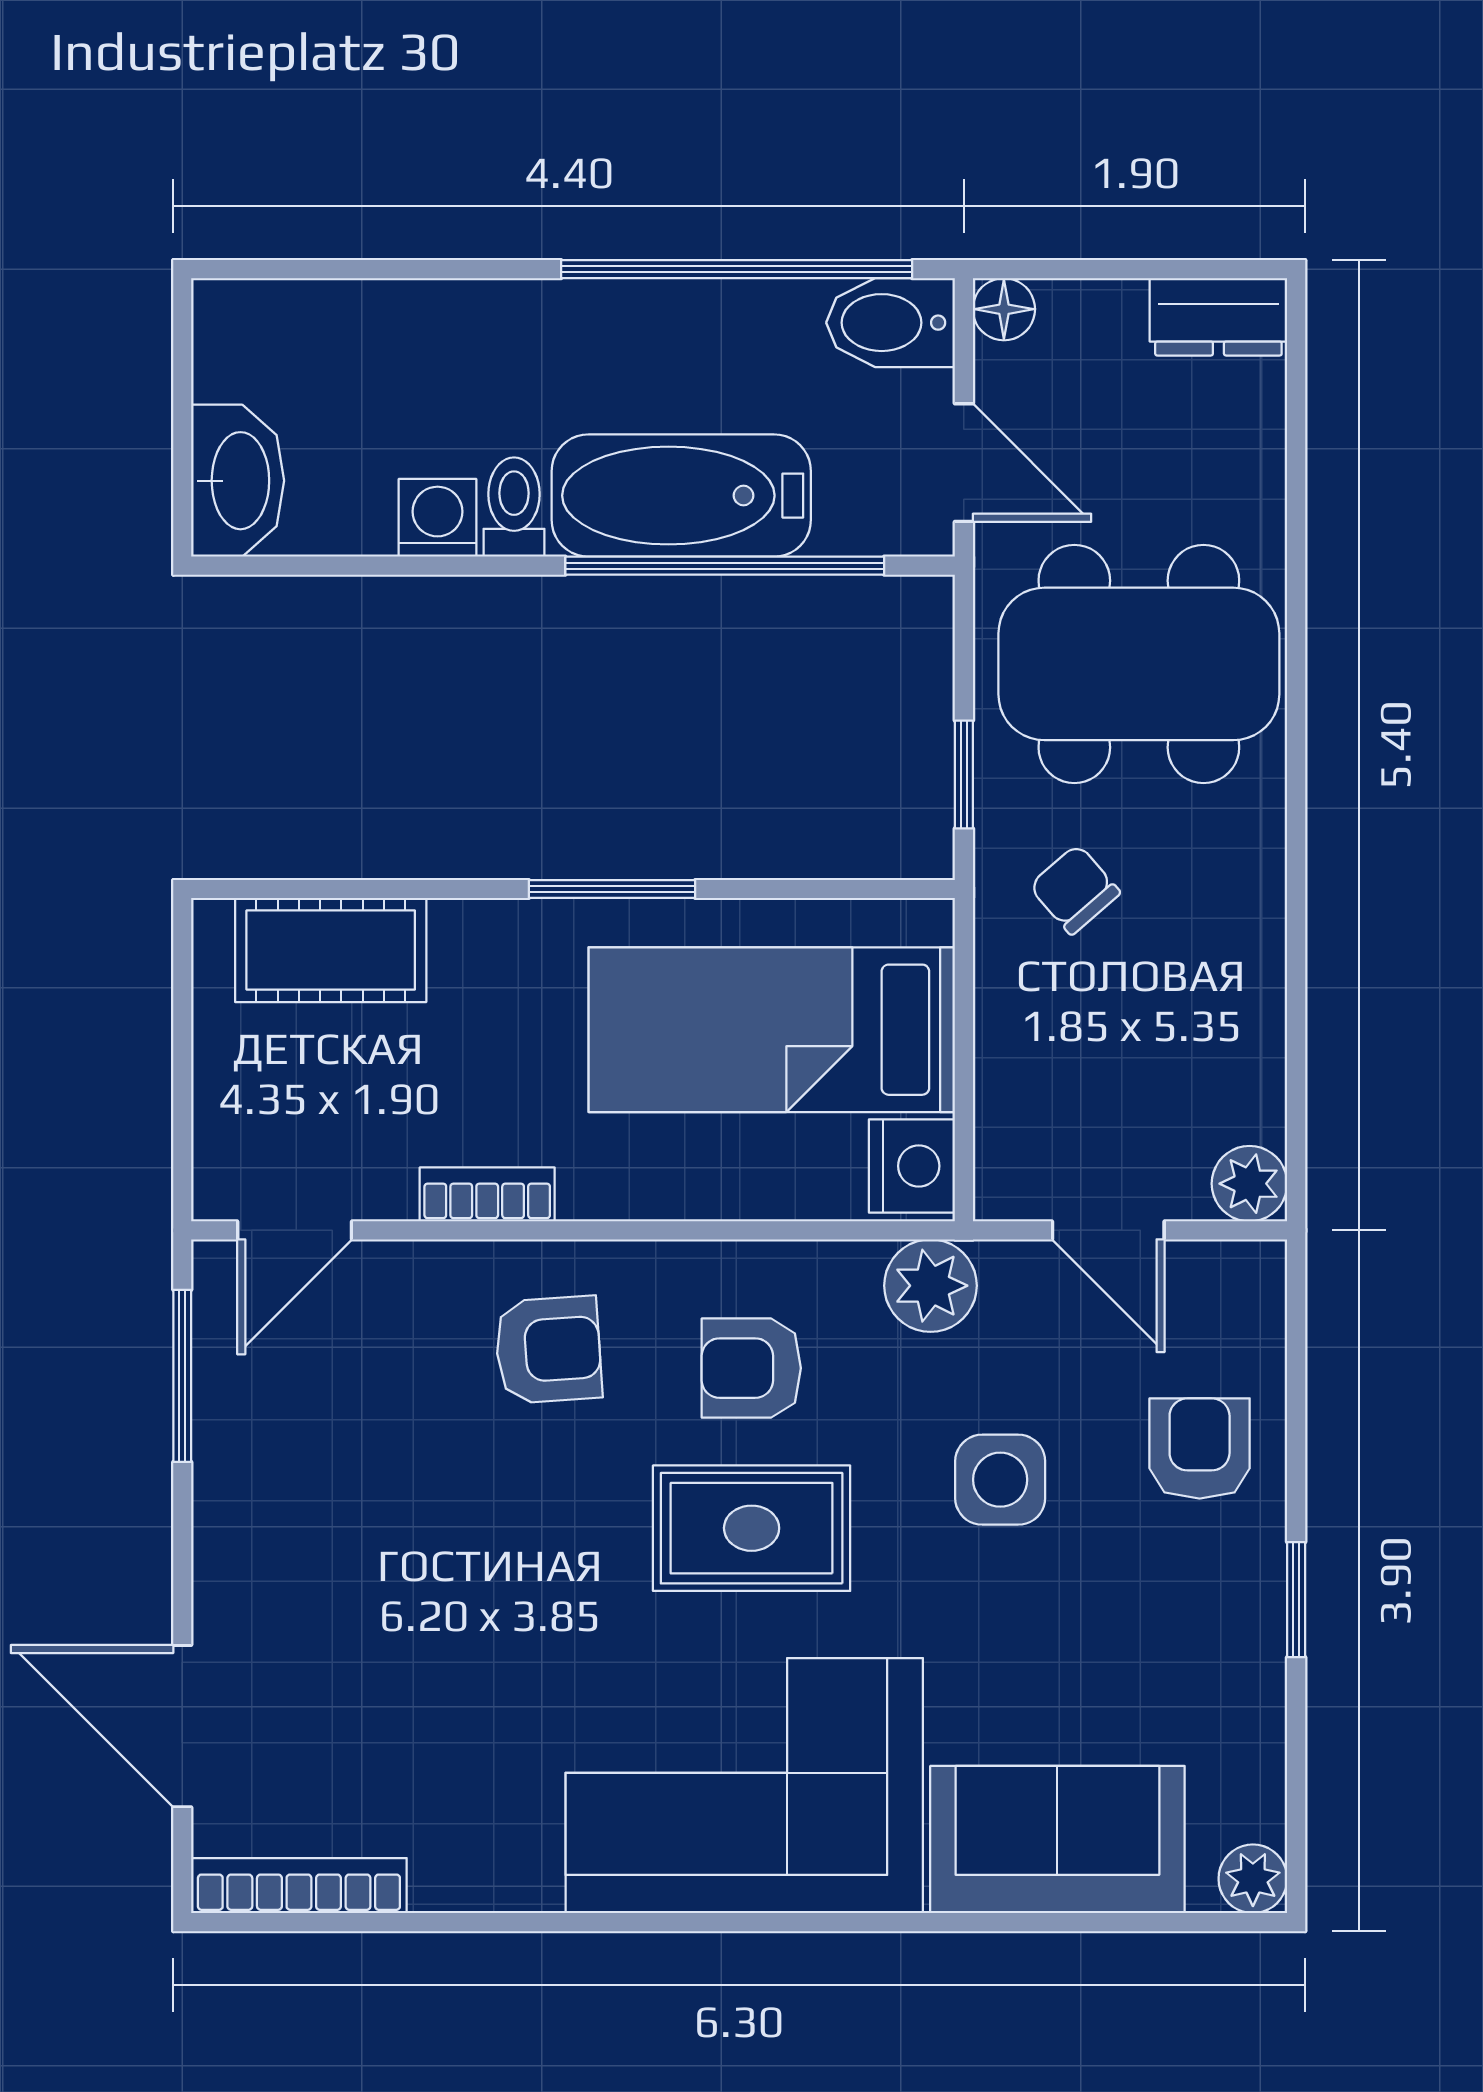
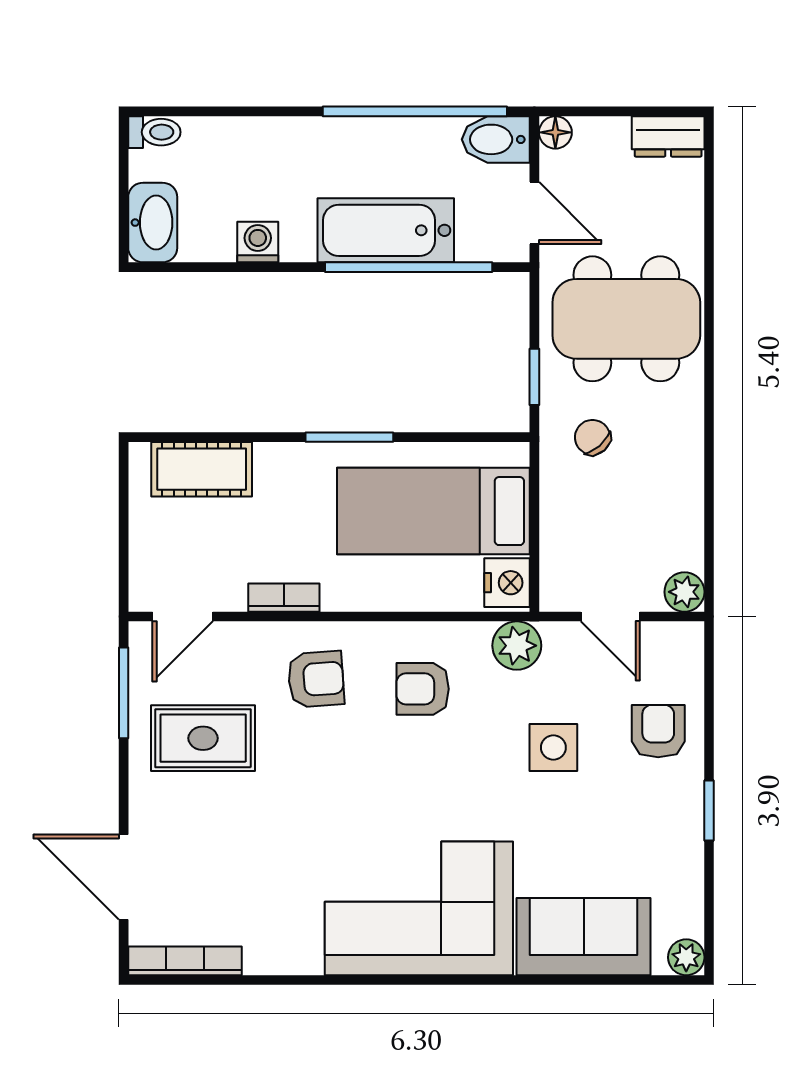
toilet: (514, 507) -> (154, 132), moved, turned 90
rug: (752, 1528) -> (203, 738), moved

